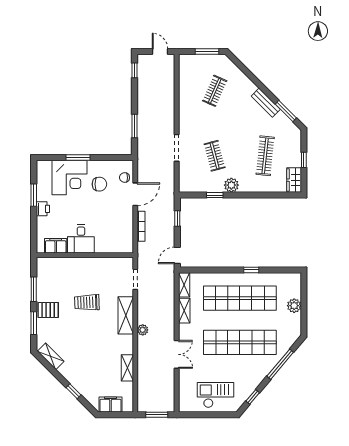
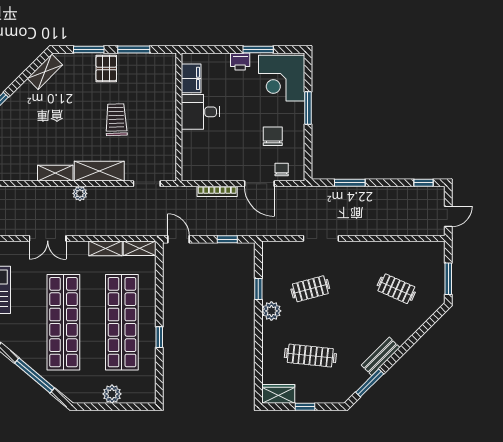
corner desk: (69, 177) -> (282, 78), moved
chair: (99, 184) -> (273, 136), turned 180
shelving: (127, 368) -> (55, 173), moved

